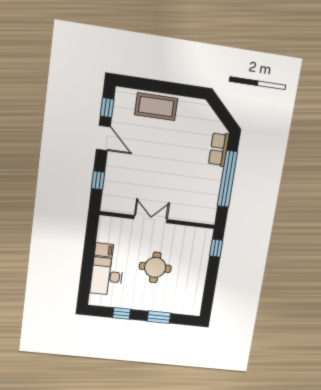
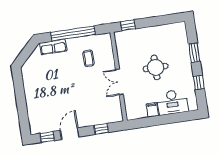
coffee table: (156, 107) -> (89, 58), moved, width x0.54, depth x0.58

